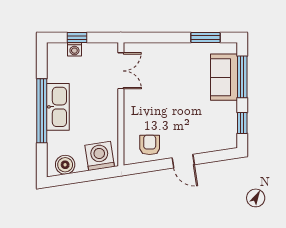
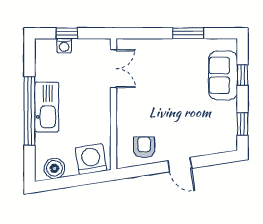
window: (206, 37) -> (188, 33), moved
window: (242, 77) -> (242, 75), width x0.46

